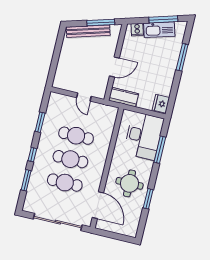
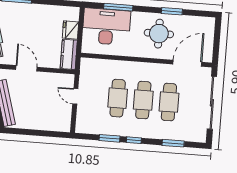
door: (114, 67) -> (26, 68), moved
door: (84, 97) -> (75, 96), swing flipped
fridge: (161, 104) -> (71, 30), moved, turned 90
window: (32, 155) -> (134, 140), moved

